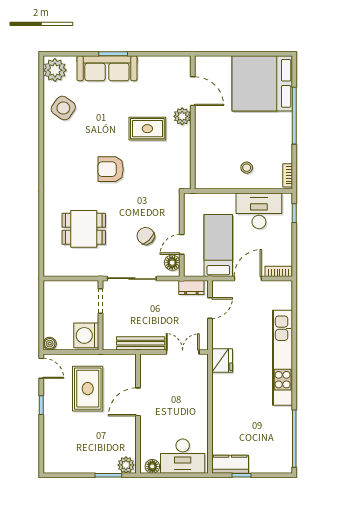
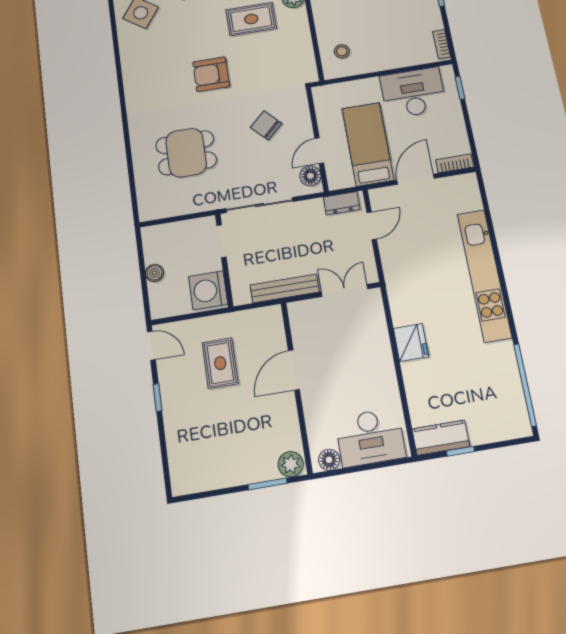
stool: (247, 168) -> (342, 51), moved
chair: (146, 236) -> (266, 125), moved
boiler: (50, 344) -> (154, 273), moved
fridge: (222, 360) -> (411, 343), moved
rug: (88, 389) -> (220, 363), width x0.73, depth x0.70

